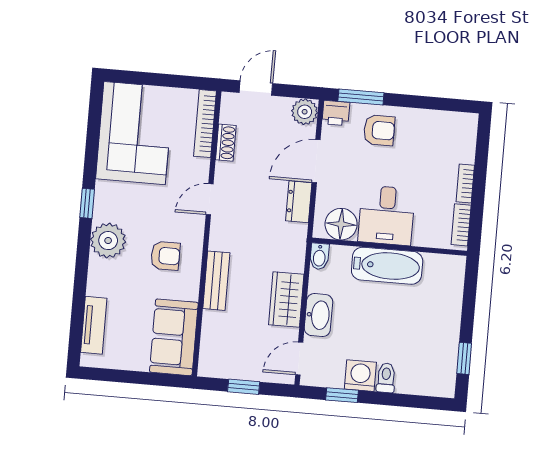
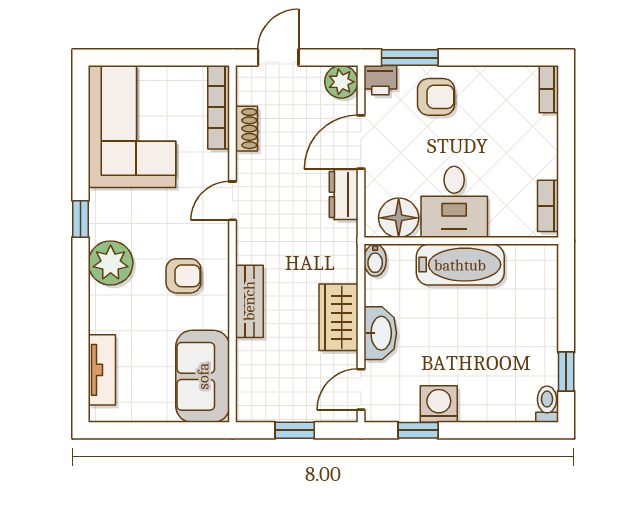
bookcase: (465, 183) -> (549, 89), moved
toilet: (386, 378) -> (547, 404), moved

